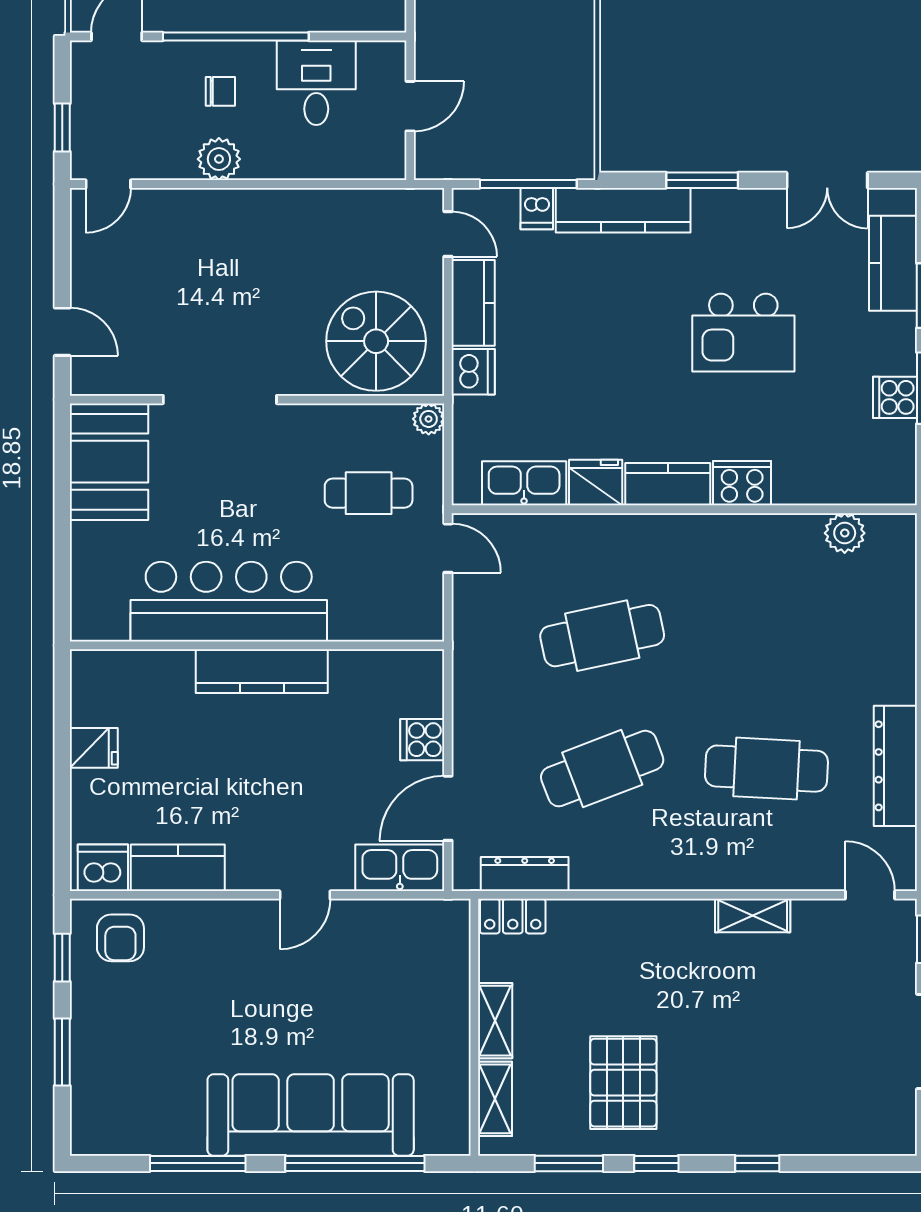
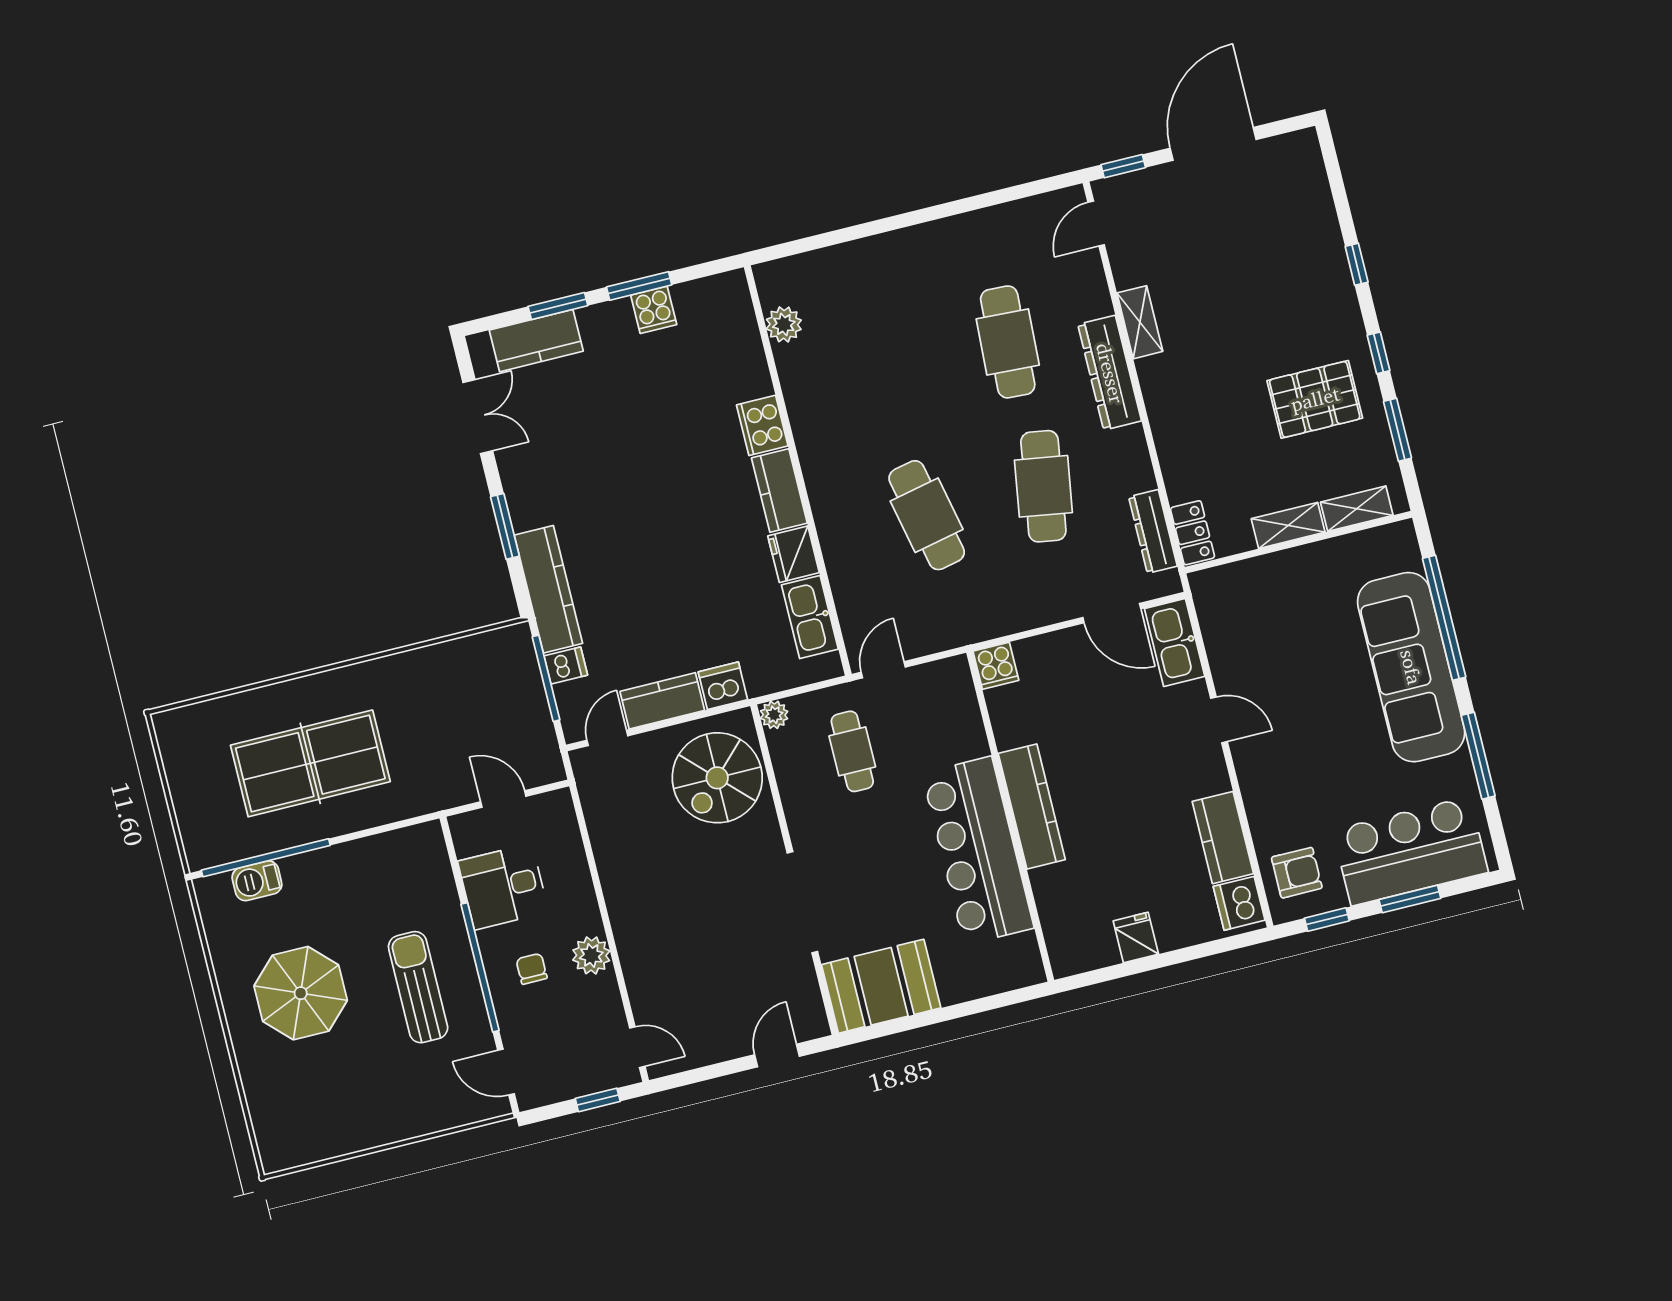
kitchen island: (743, 333) -> (630, 457), removed
cooker: (422, 740) -> (996, 666), moved
dresser: (895, 766) -> (1110, 373), moved, turned 90
cafe table: (602, 769) -> (1043, 486), turned 30
bar counter: (113, 1065) -> (1410, 851), added

